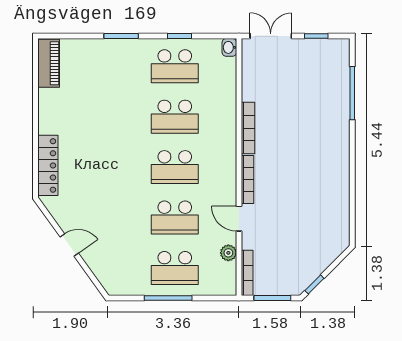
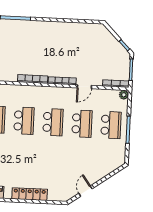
locker: (48, 165) -> (30, 194), moved
door: (69, 245) -> (85, 191), moved
plant: (228, 253) -> (124, 95), moved

